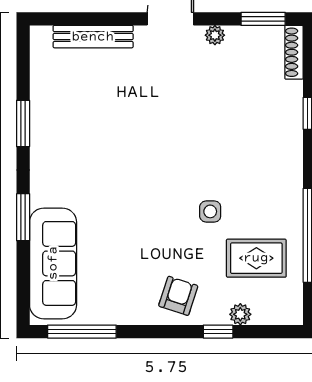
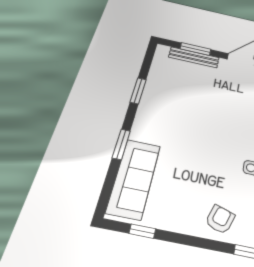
window: (92, 19) -> (196, 49), added
window: (82, 332) -> (142, 231), width x0.46

